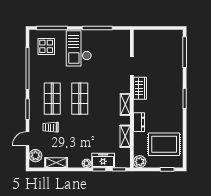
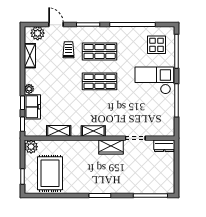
dresser: (139, 122) -> (164, 146), moved

